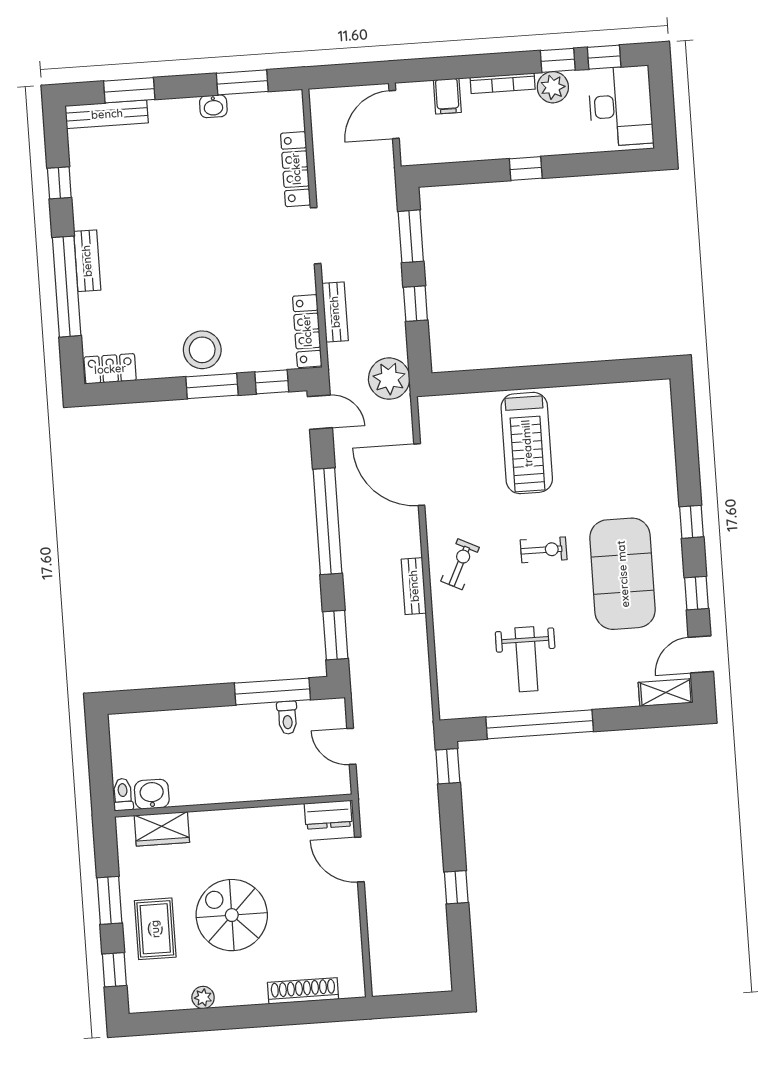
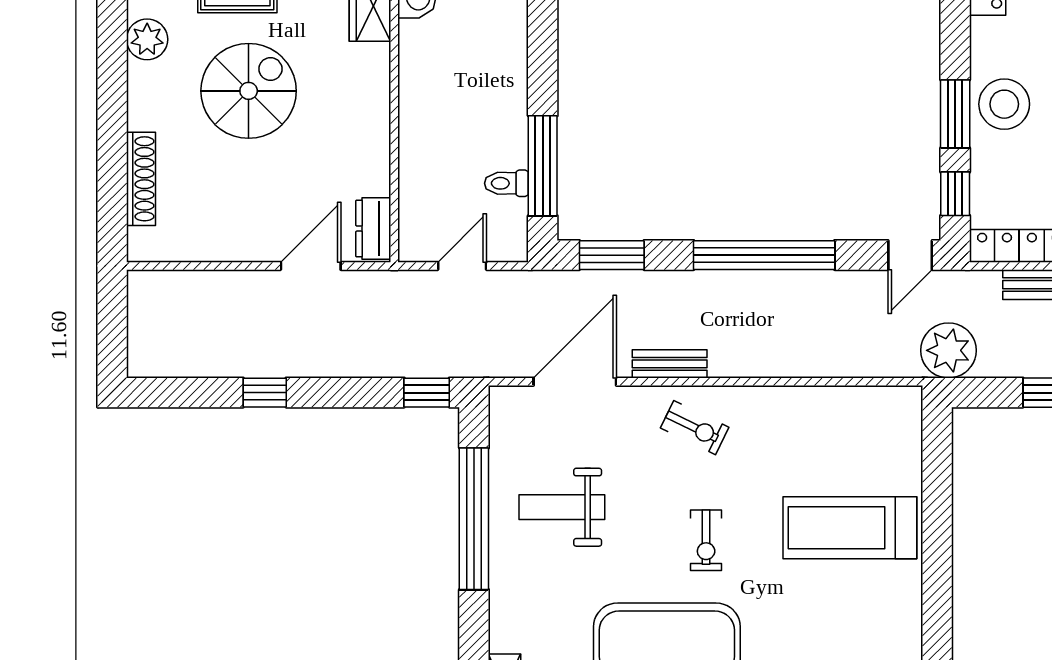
door: (419, 475) -> (575, 382), moved
plant: (203, 997) -> (147, 39), width x1.38, depth x1.38

